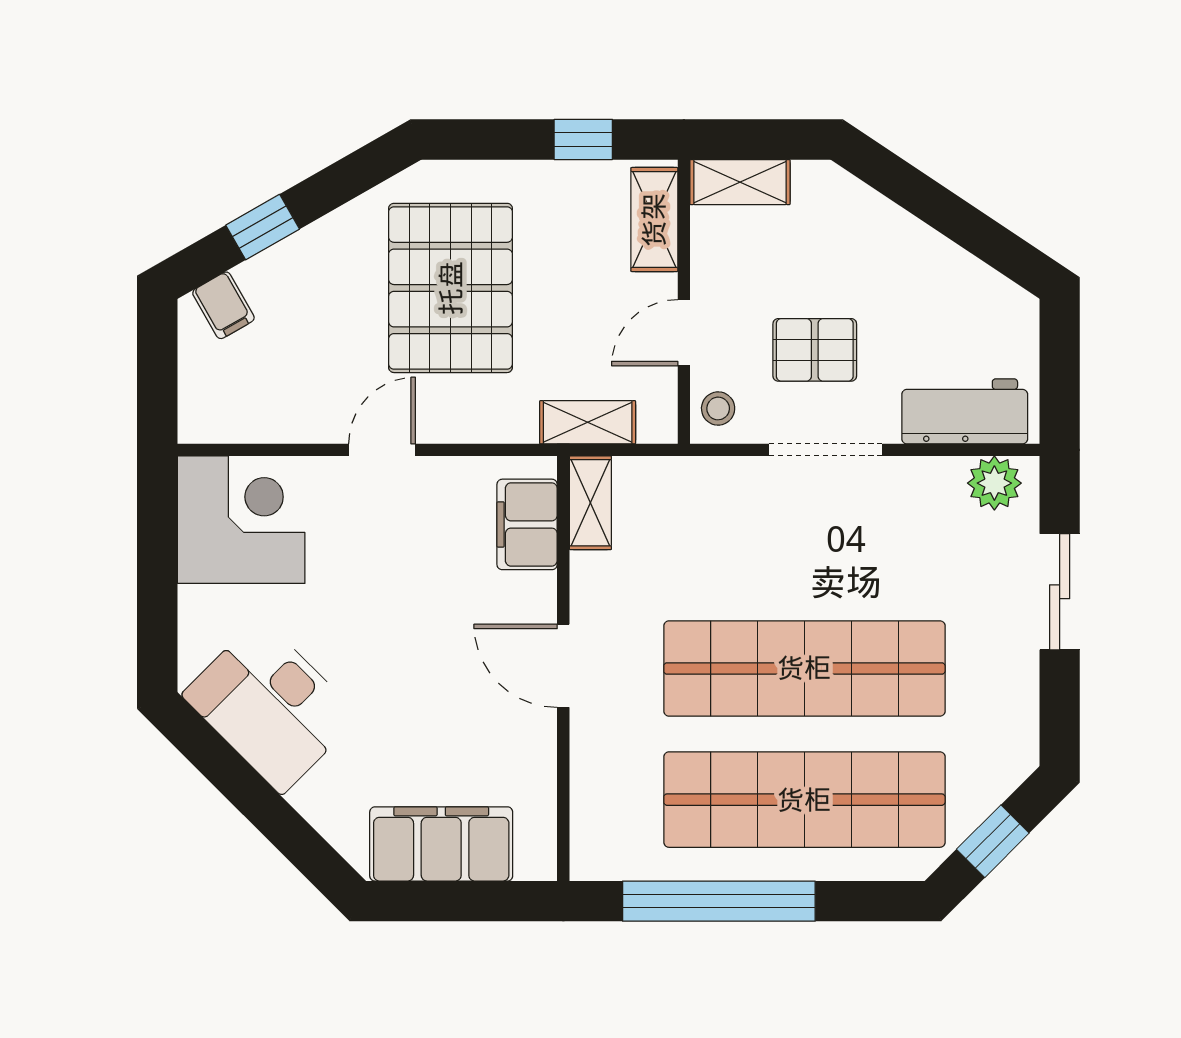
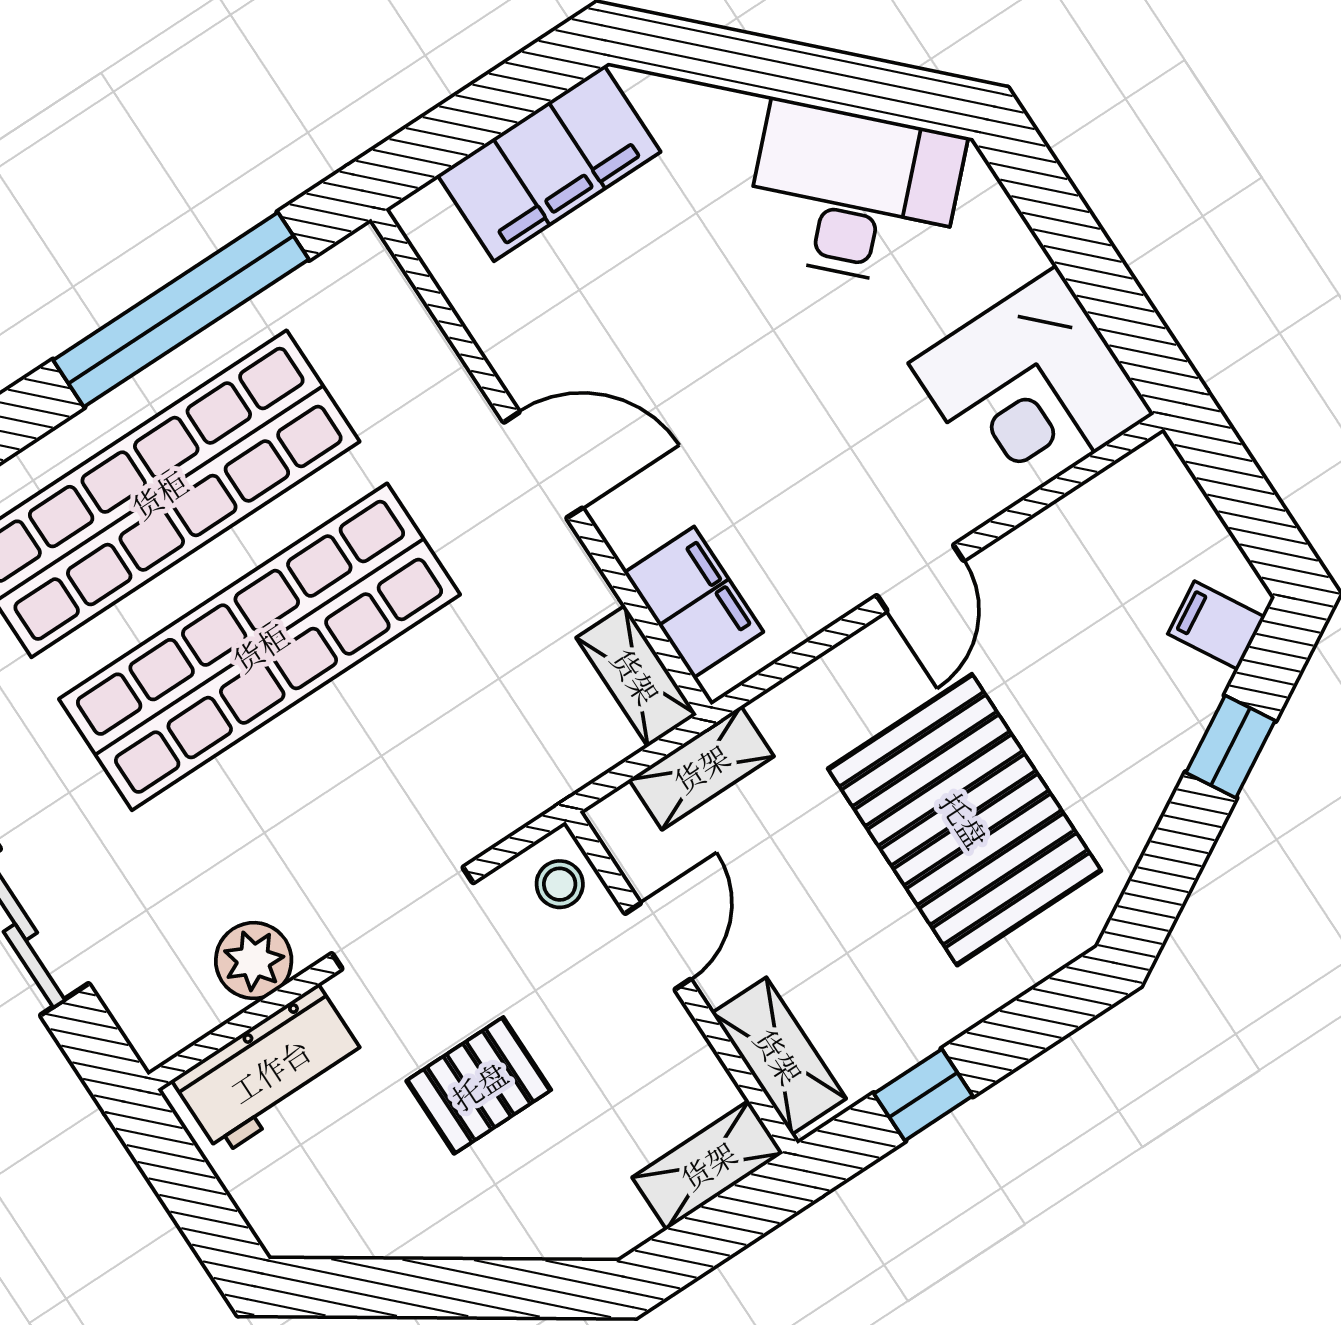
pallet: (815, 350) -> (479, 1085), moved
plant: (994, 483) -> (254, 961), moved

